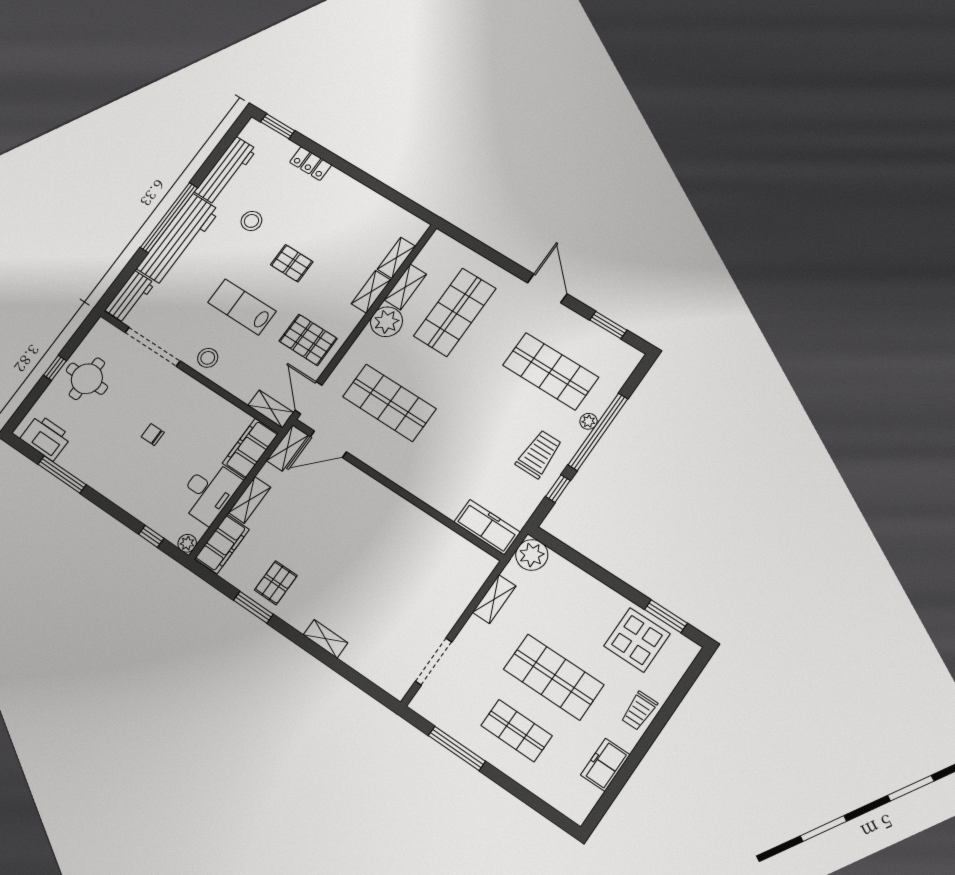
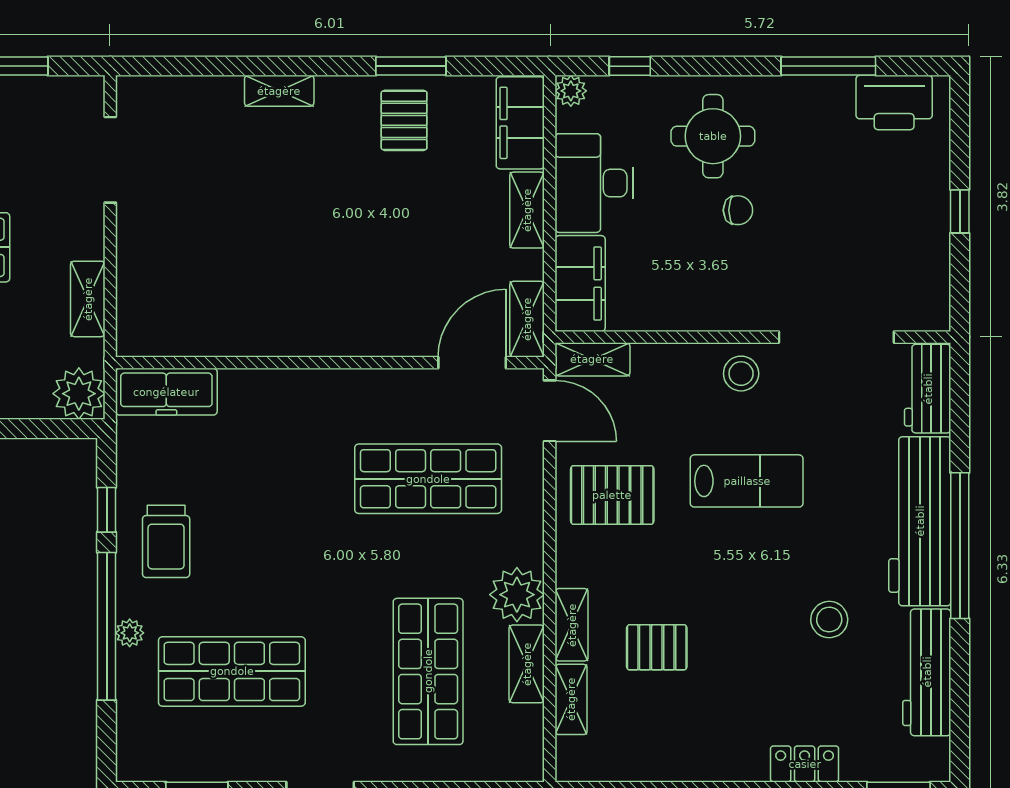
pallet: (292, 263) -> (657, 647), moved
round table: (87, 379) -> (713, 136), moved

